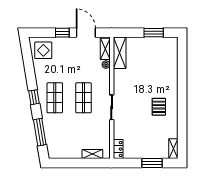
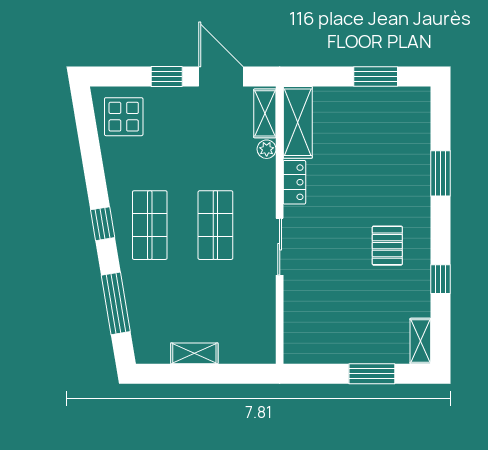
window: (182, 75) -> (441, 173), added
window: (182, 121) -> (441, 279), added
locker: (118, 149) -> (294, 182), moved
shelving: (92, 154) -> (194, 353), moved

